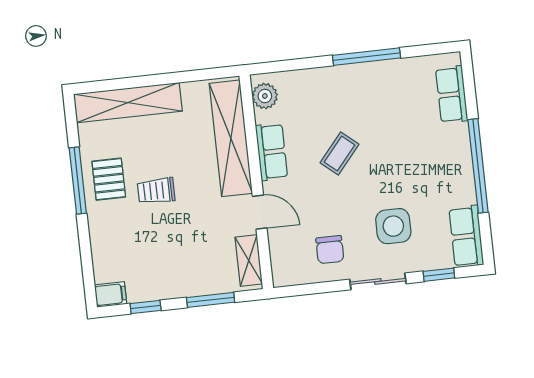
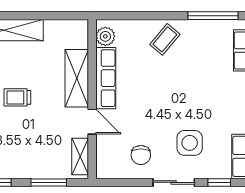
window: (366, 57) -> (213, 16), moved
shelving: (231, 138) -> (77, 78), width x0.68
row of seats: (271, 152) -> (106, 78), width x1.48
coffee table: (340, 154) -> (165, 39), moved

